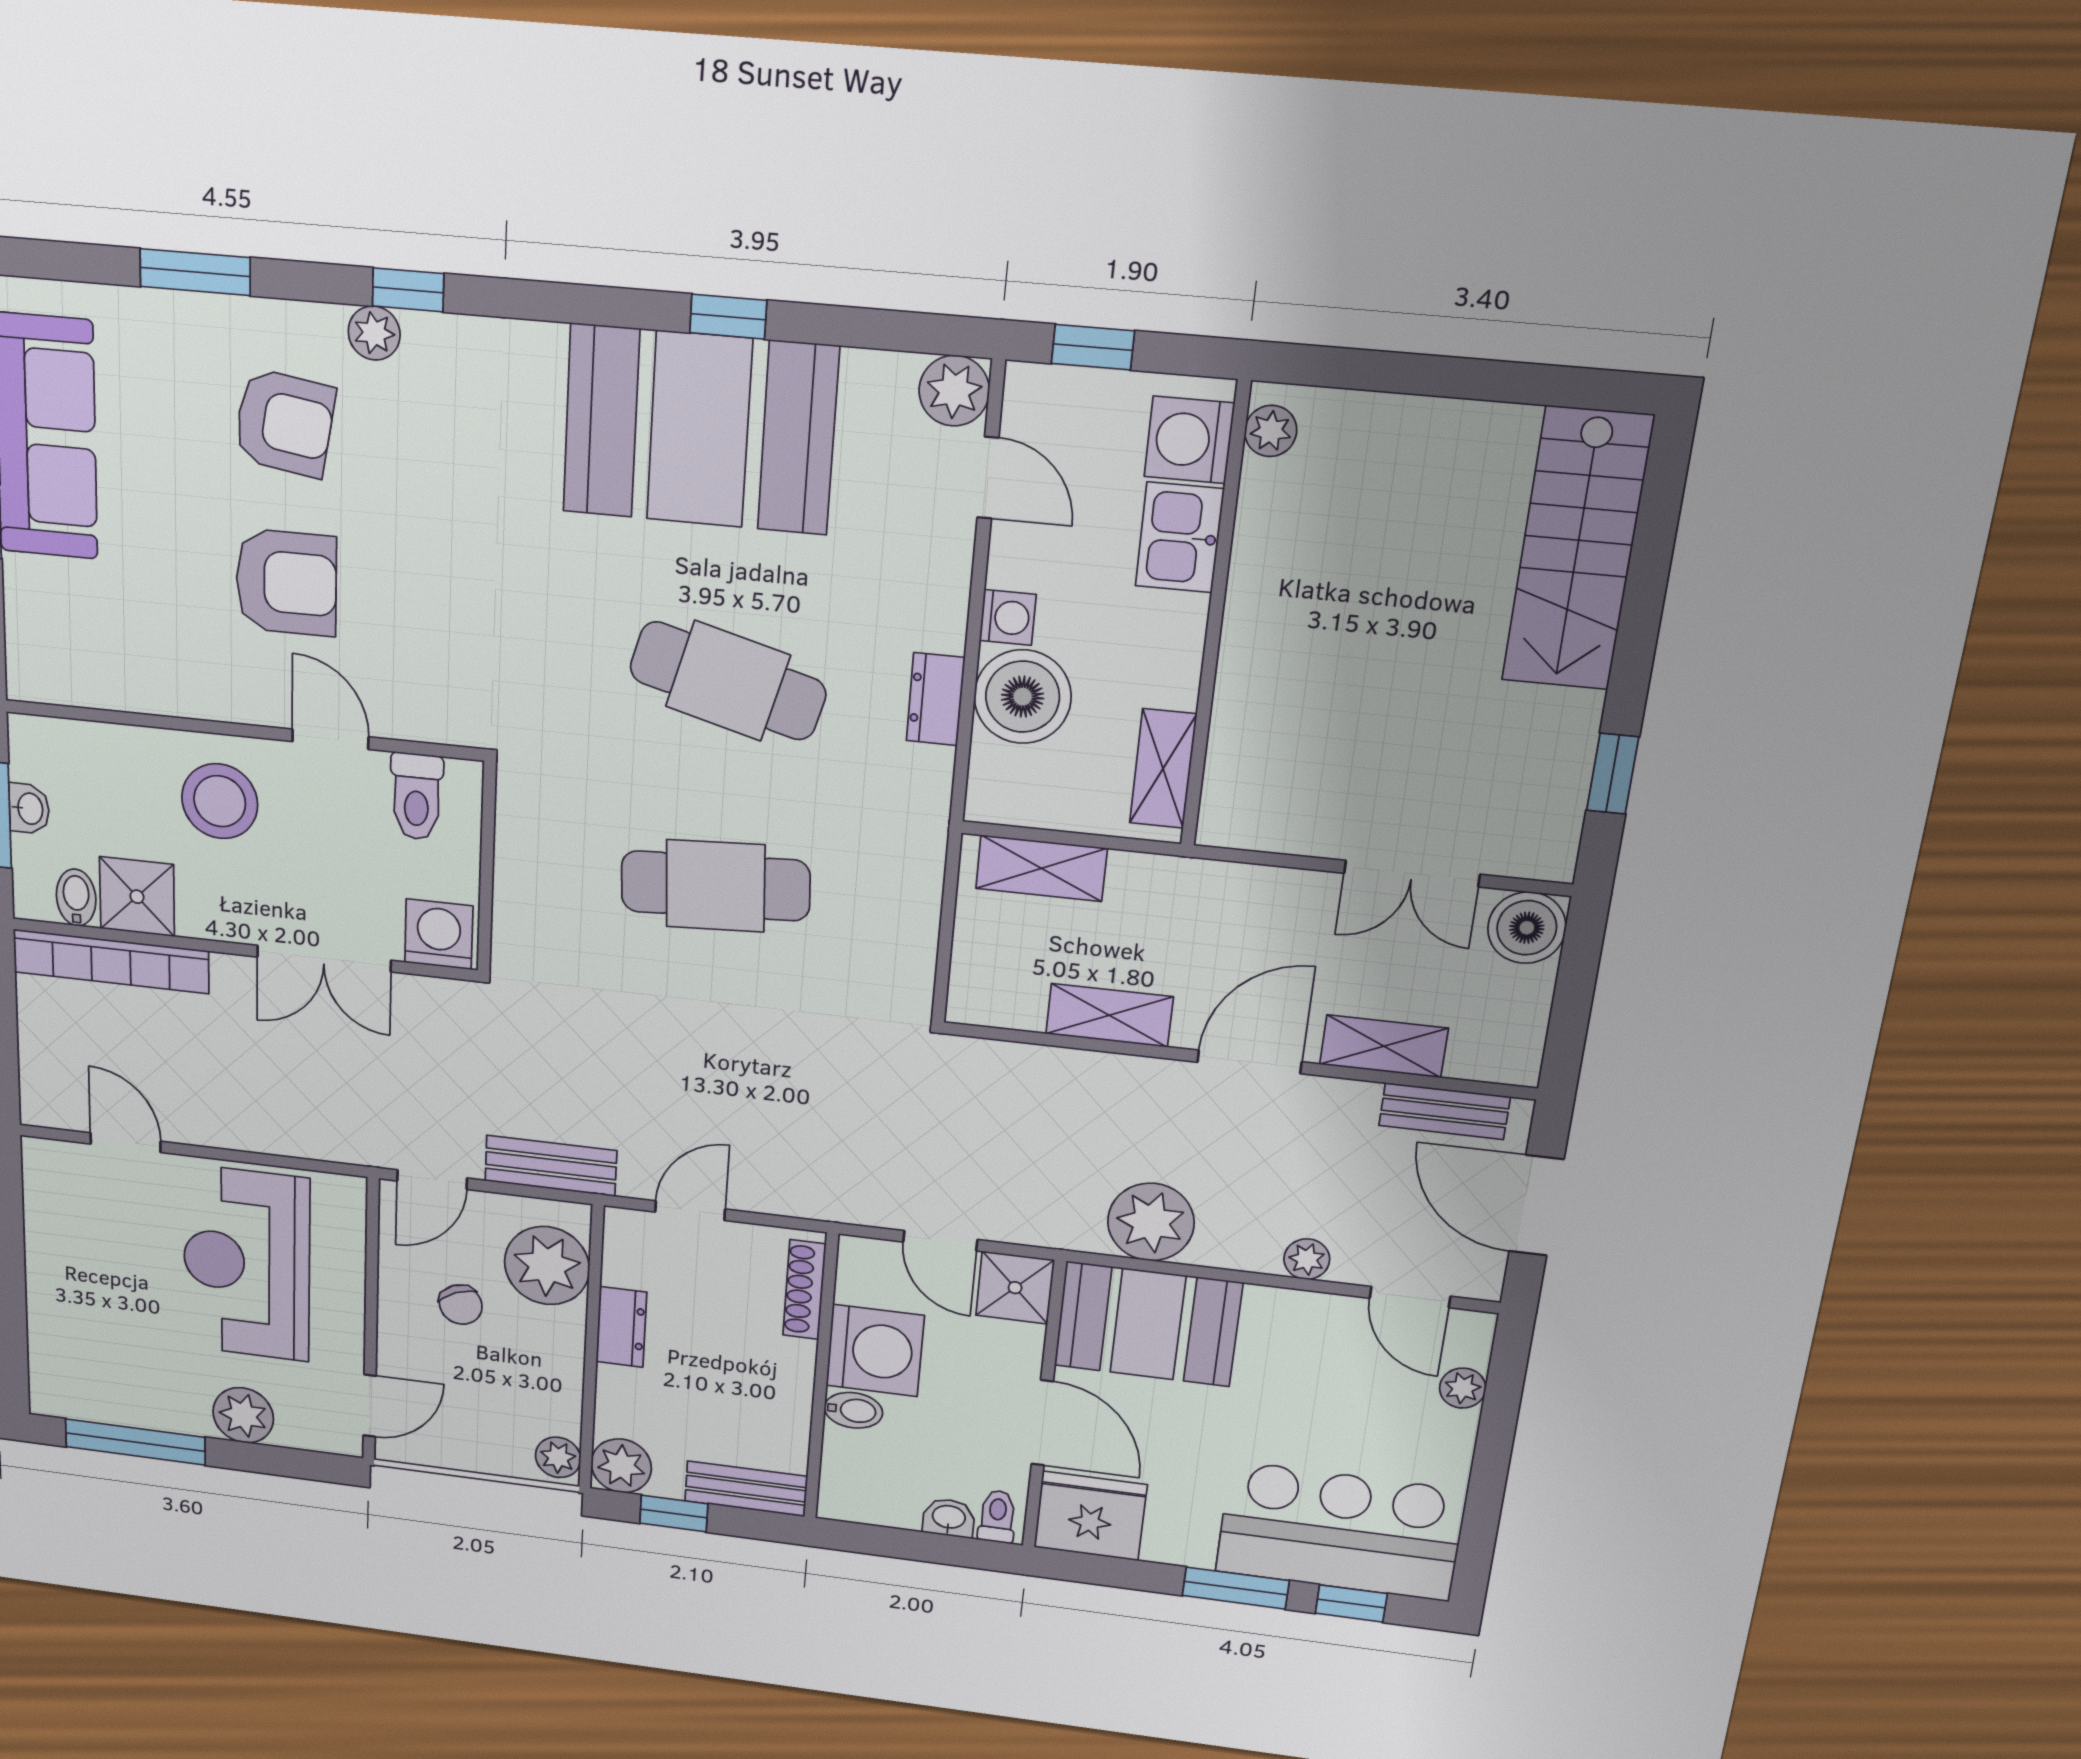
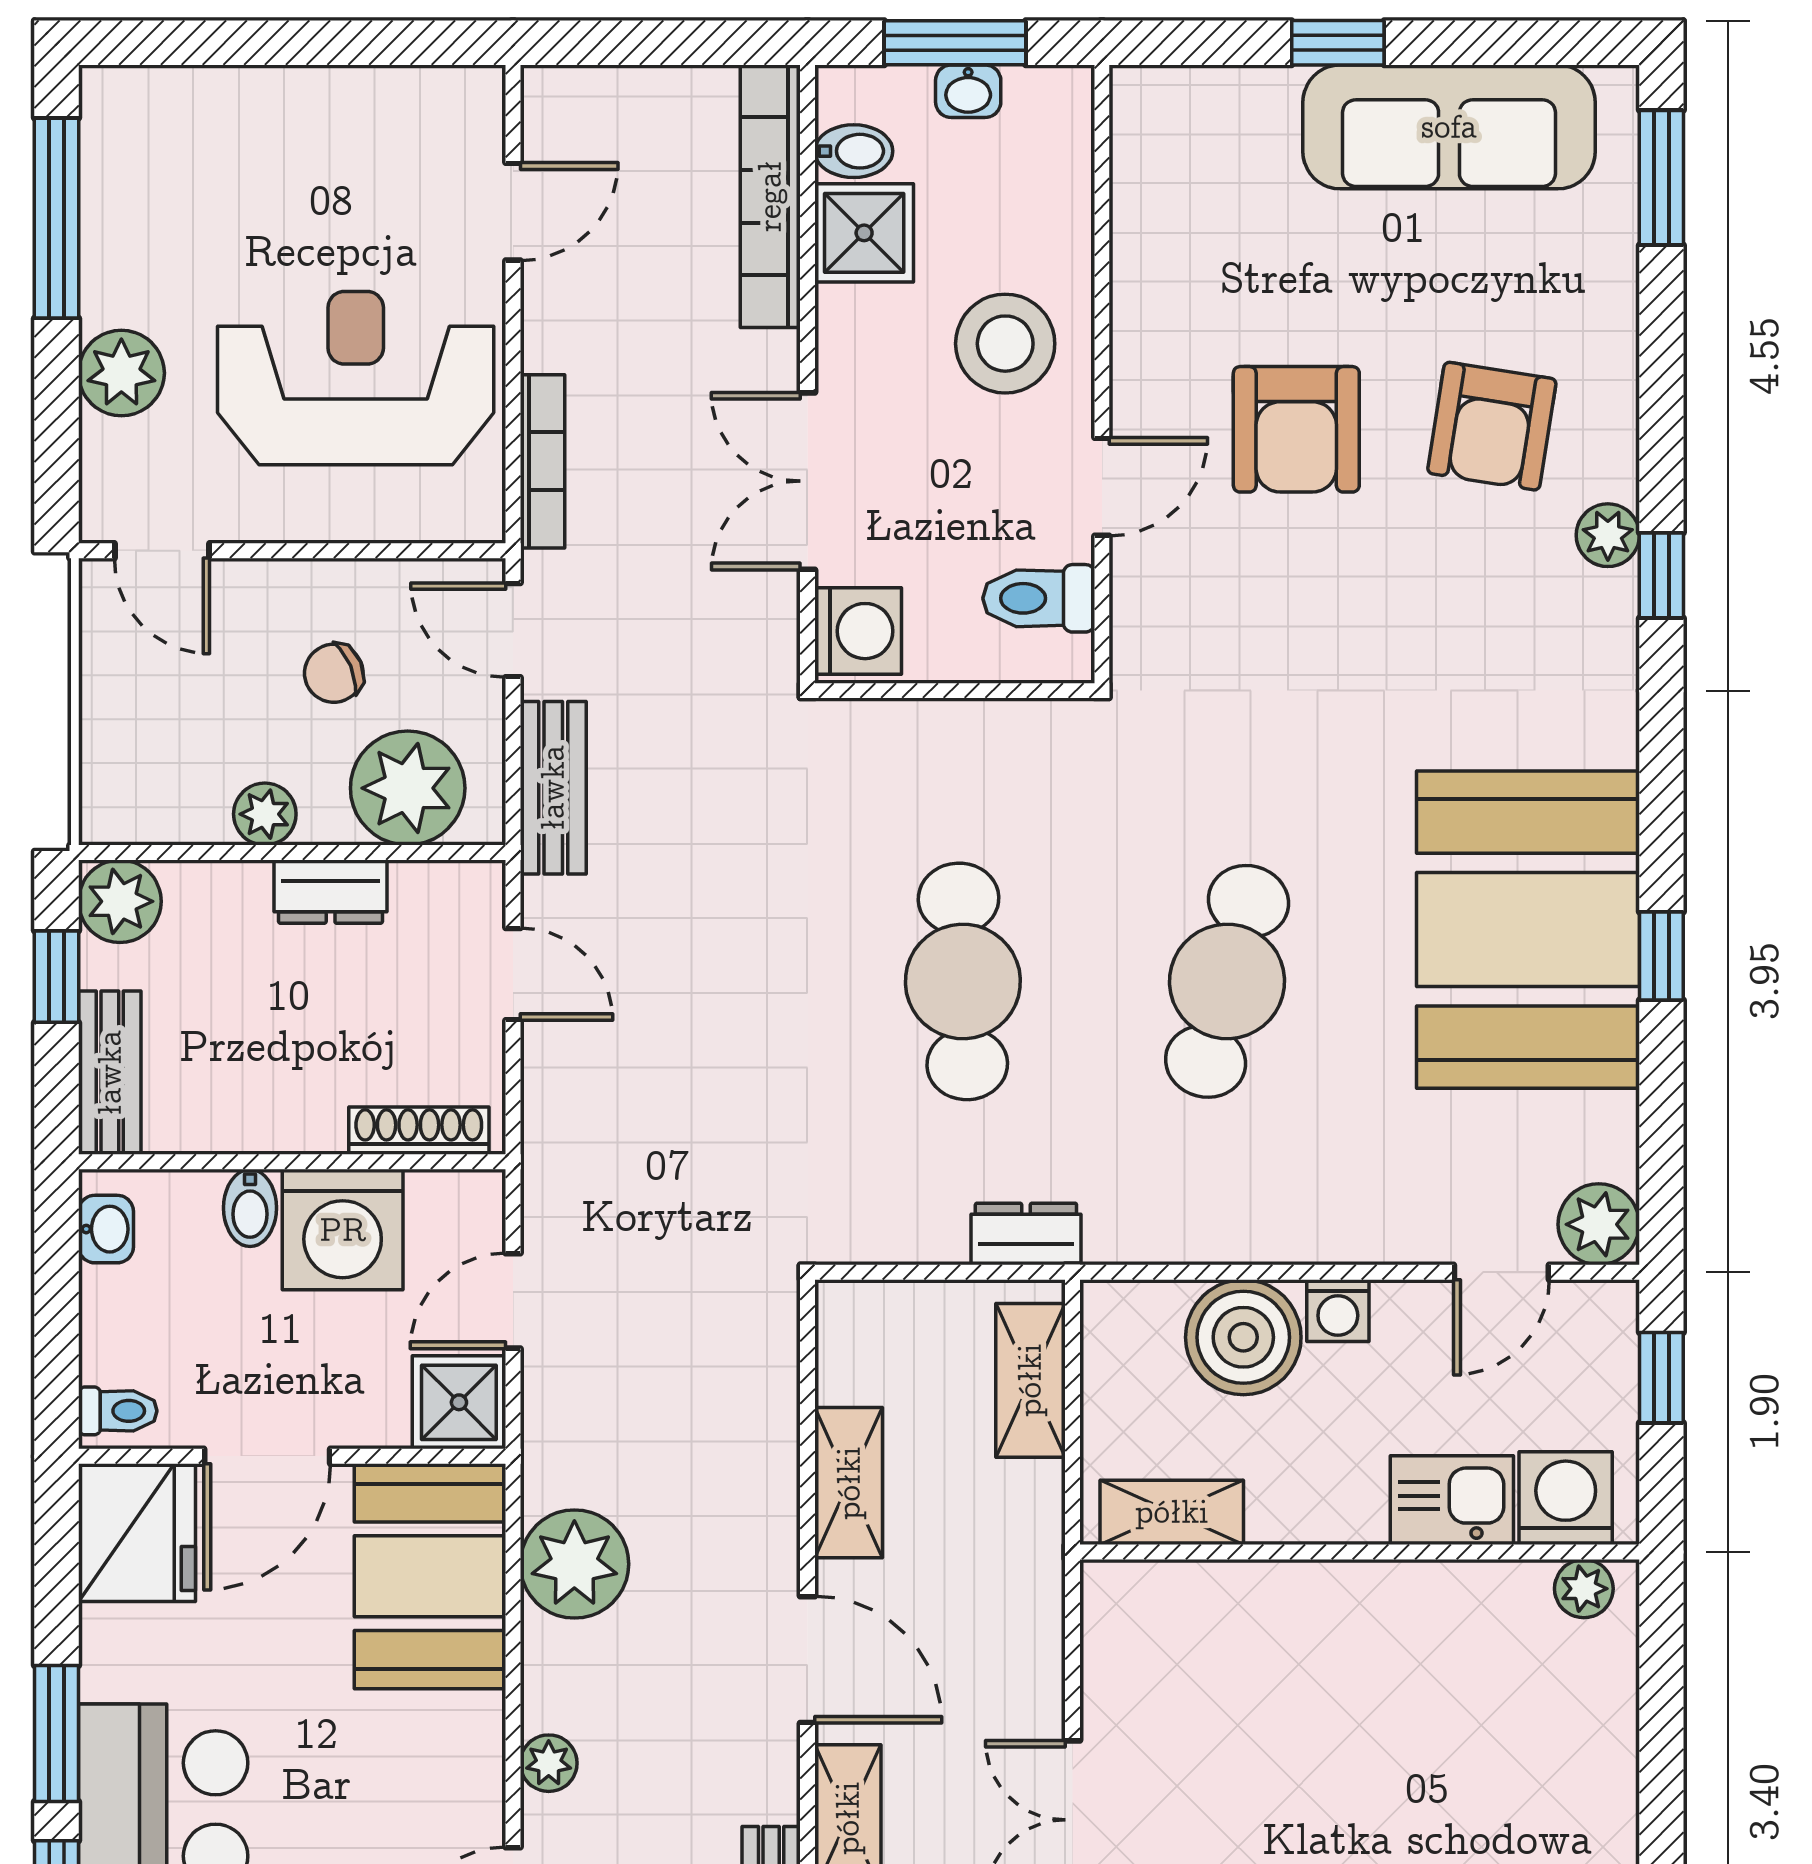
window: (195, 272) -> (1661, 178), moved
dresser: (936, 699) -> (1026, 1234), moved
bookcase: (308, 1144) -> (542, 461), added
plant: (558, 1457) -> (265, 814), moved
washbasin: (949, 1518) -> (106, 1229), moved

